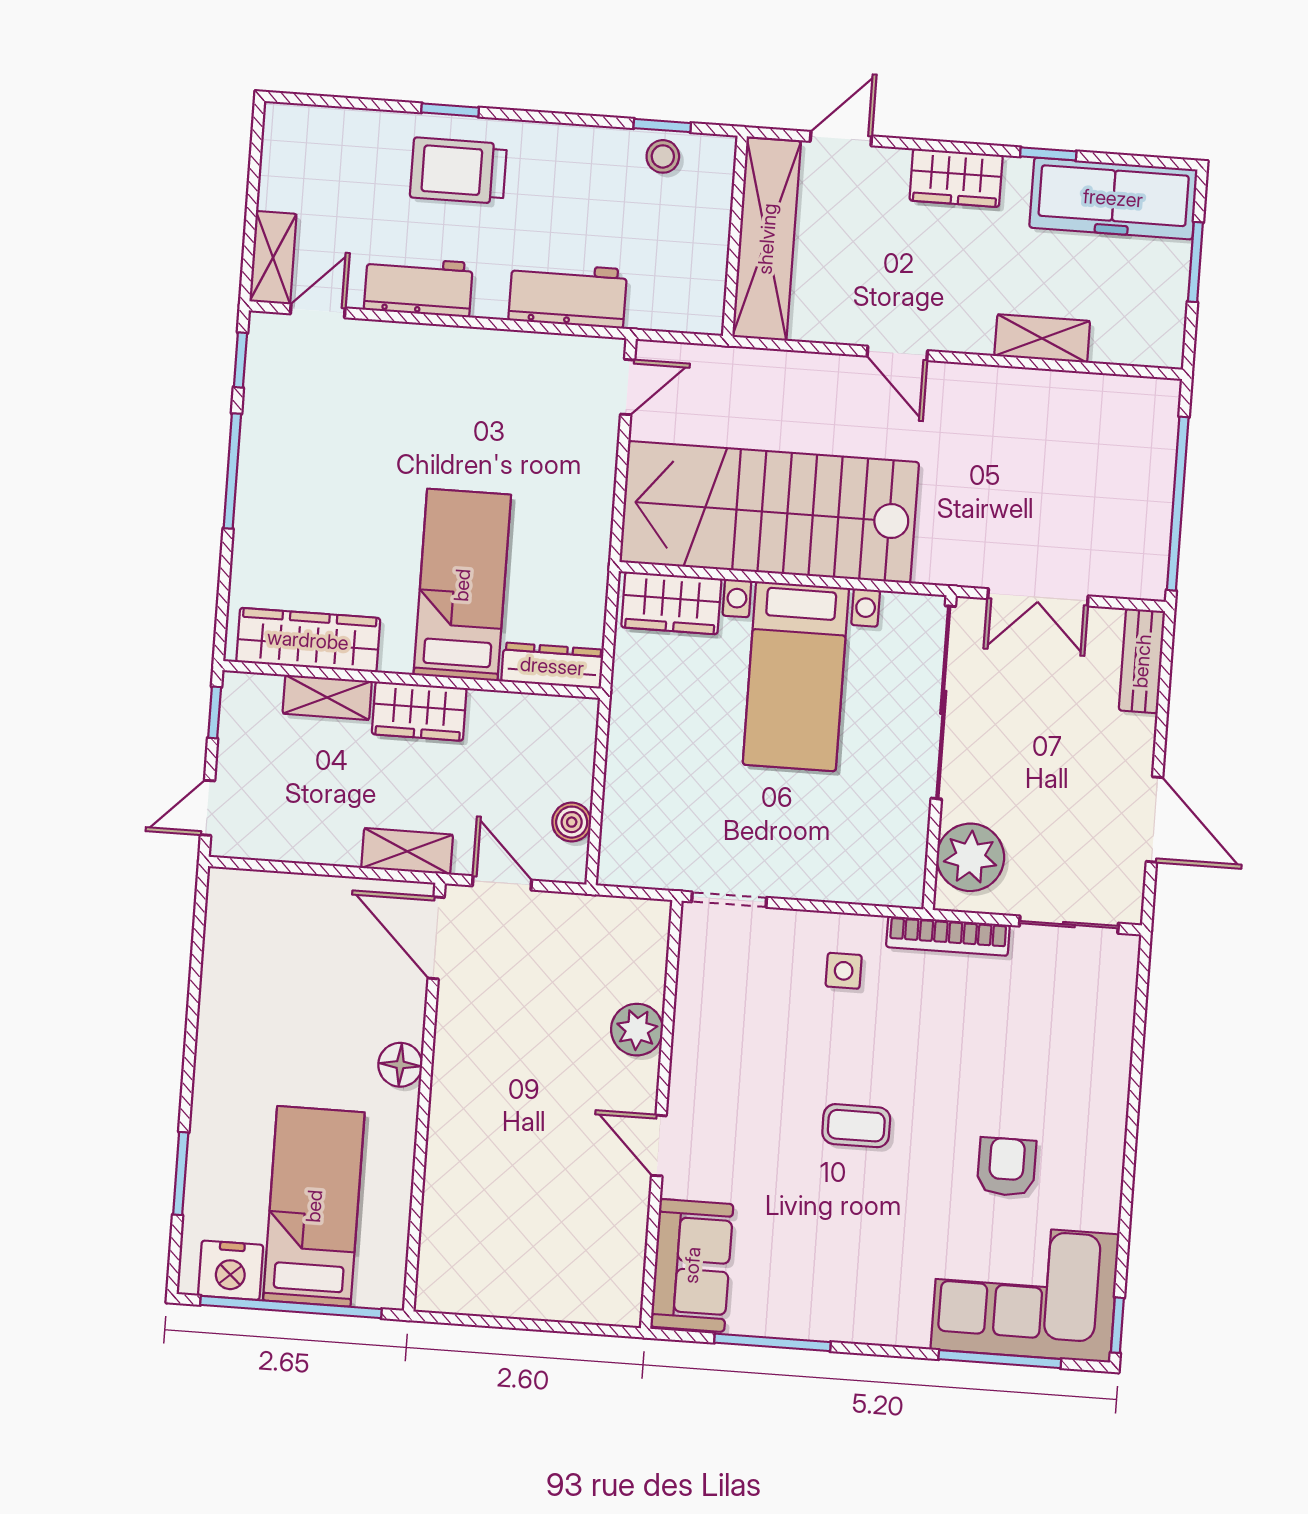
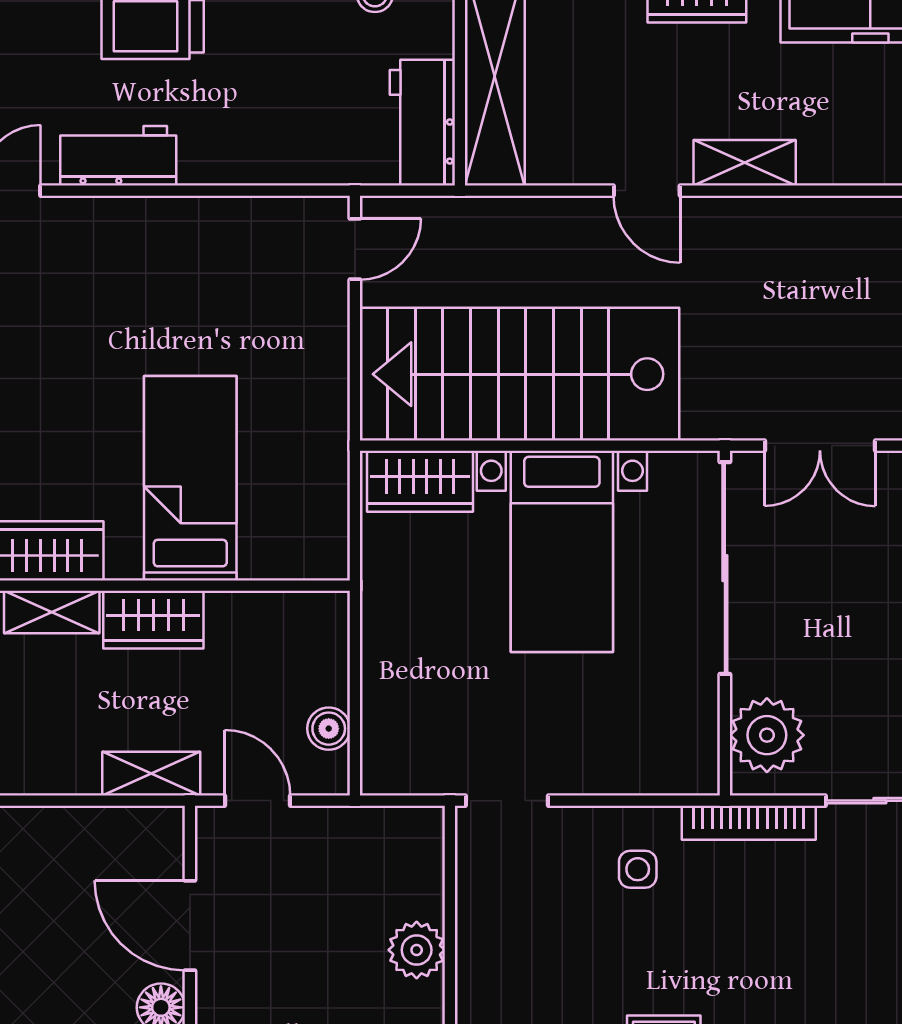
workbench: (568, 295) -> (422, 123), moved, turned -90
shelving: (1042, 338) -> (745, 163), moved
dresser: (552, 666) -> (295, 559), removed
door: (436, 938) -> (190, 925), moved

